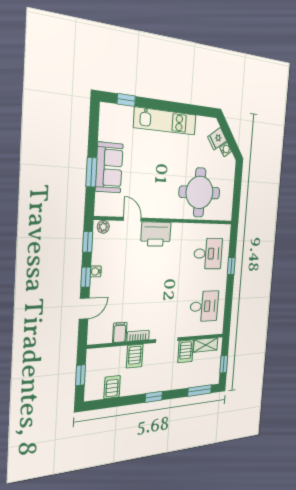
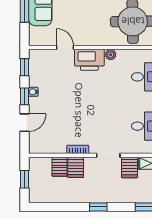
plant: (103, 227) -> (111, 55), moved
filing cabinet: (120, 332) -> (59, 145), removed
server rack: (112, 387) -> (59, 167), moved, turned 180

